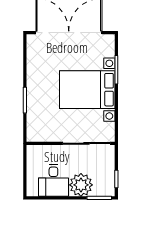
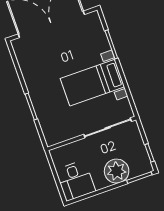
bed with nightstands: (87, 90) -> (92, 83), width x0.73
desk: (53, 180) -> (76, 181), moved

